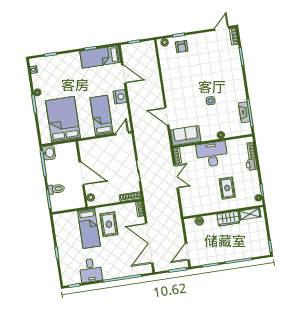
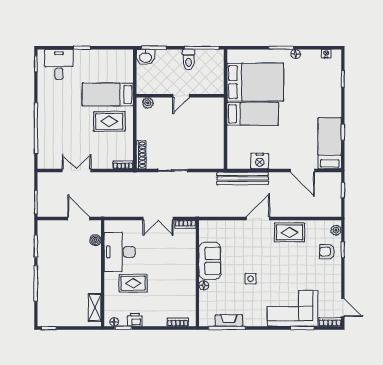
corner sofa: (228, 66) -> (293, 308), added
door: (124, 74) -> (303, 170), hinge flipped
rug: (172, 77) -> (289, 232), added
nightstand: (120, 97) -> (260, 161), moved
bed: (102, 116) -> (253, 114), moved
door: (167, 116) -> (258, 218), moved
bench: (136, 118) -> (243, 178), added
door: (122, 133) -> (225, 157), removed
sofa: (186, 136) -> (210, 261), moved
washbasin: (49, 153) -> (146, 57), moved
desk: (212, 154) -> (120, 252), moved, turned 180
printer: (252, 165) -> (135, 320), moved
door: (82, 173) -> (181, 96), width x0.53
toilet: (56, 189) -> (189, 60), moved
wardrobe: (228, 219) -> (93, 279), removed
double door: (149, 243) -> (77, 170), width x0.54
door: (187, 252) -> (79, 218), moved
desk: (91, 270) -> (59, 64), moved, turned 90

